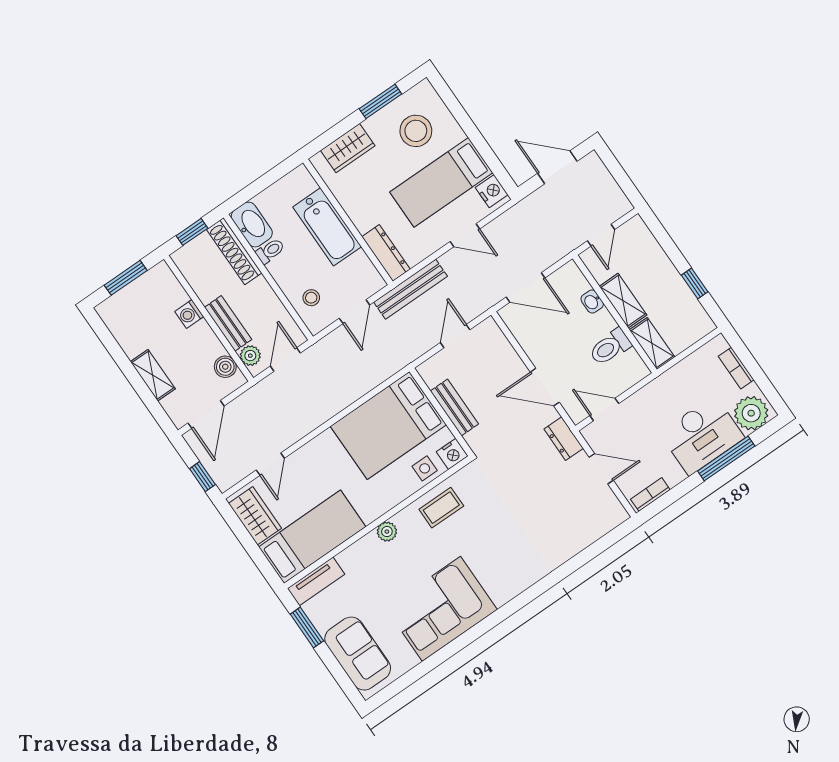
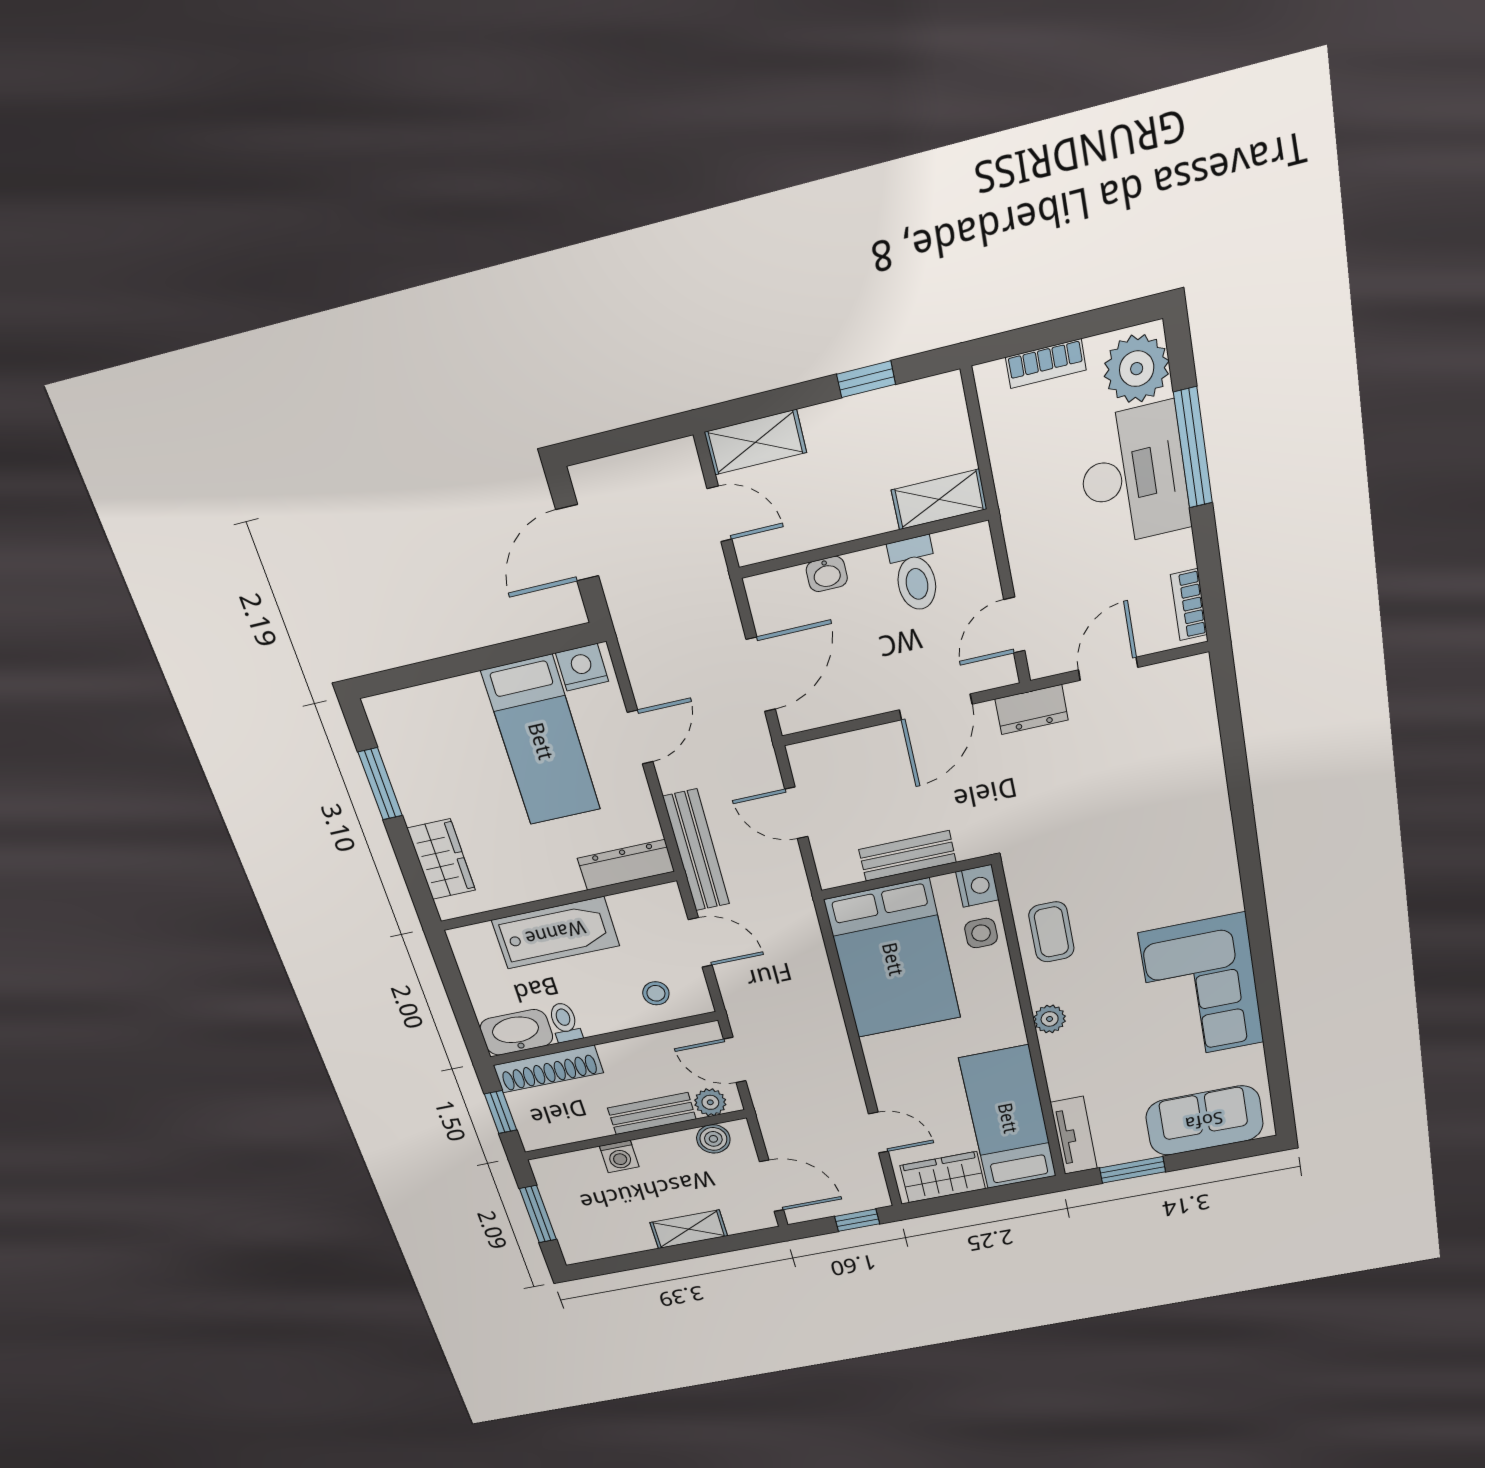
stool: (416, 131) -> (444, 748), removed
shelving: (623, 301) -> (755, 442), moved

